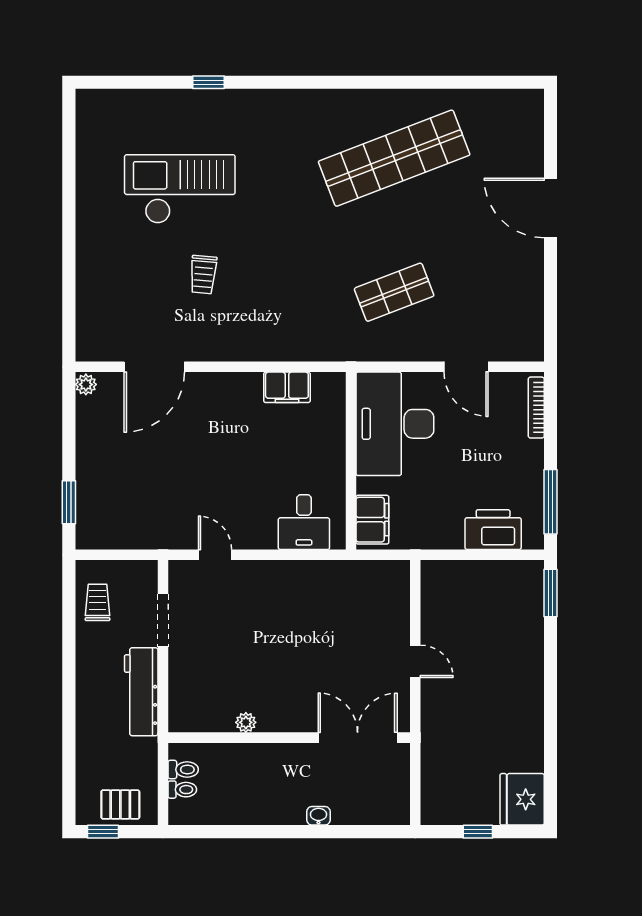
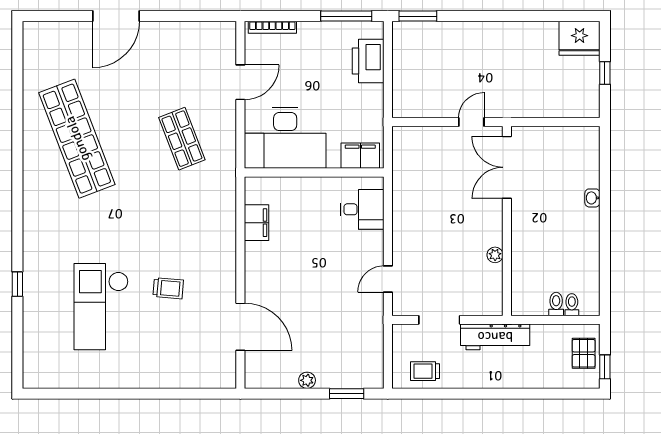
plant: (86, 384) -> (307, 380), moved
plant: (246, 722) -> (495, 255), moved
wall: (289, 738) -> (507, 221), moved
double door: (358, 738) -> (507, 167), moved

